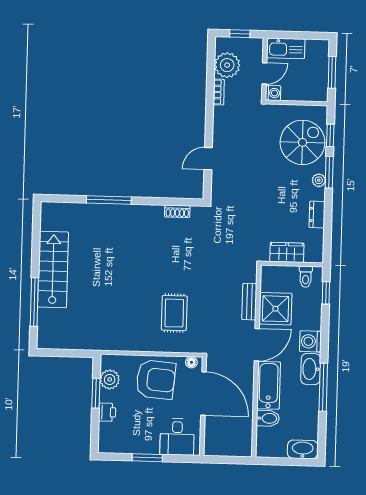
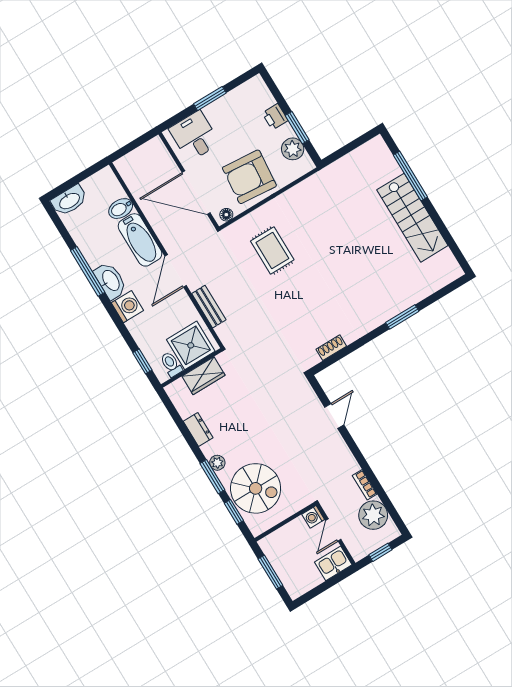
kitchen sink: (286, 48) -> (333, 563), width x0.73
spiral stairs: (303, 142) -> (256, 488), turned -90
window: (109, 200) -> (402, 317), width x0.69
shower: (275, 309) -> (191, 345), moved

